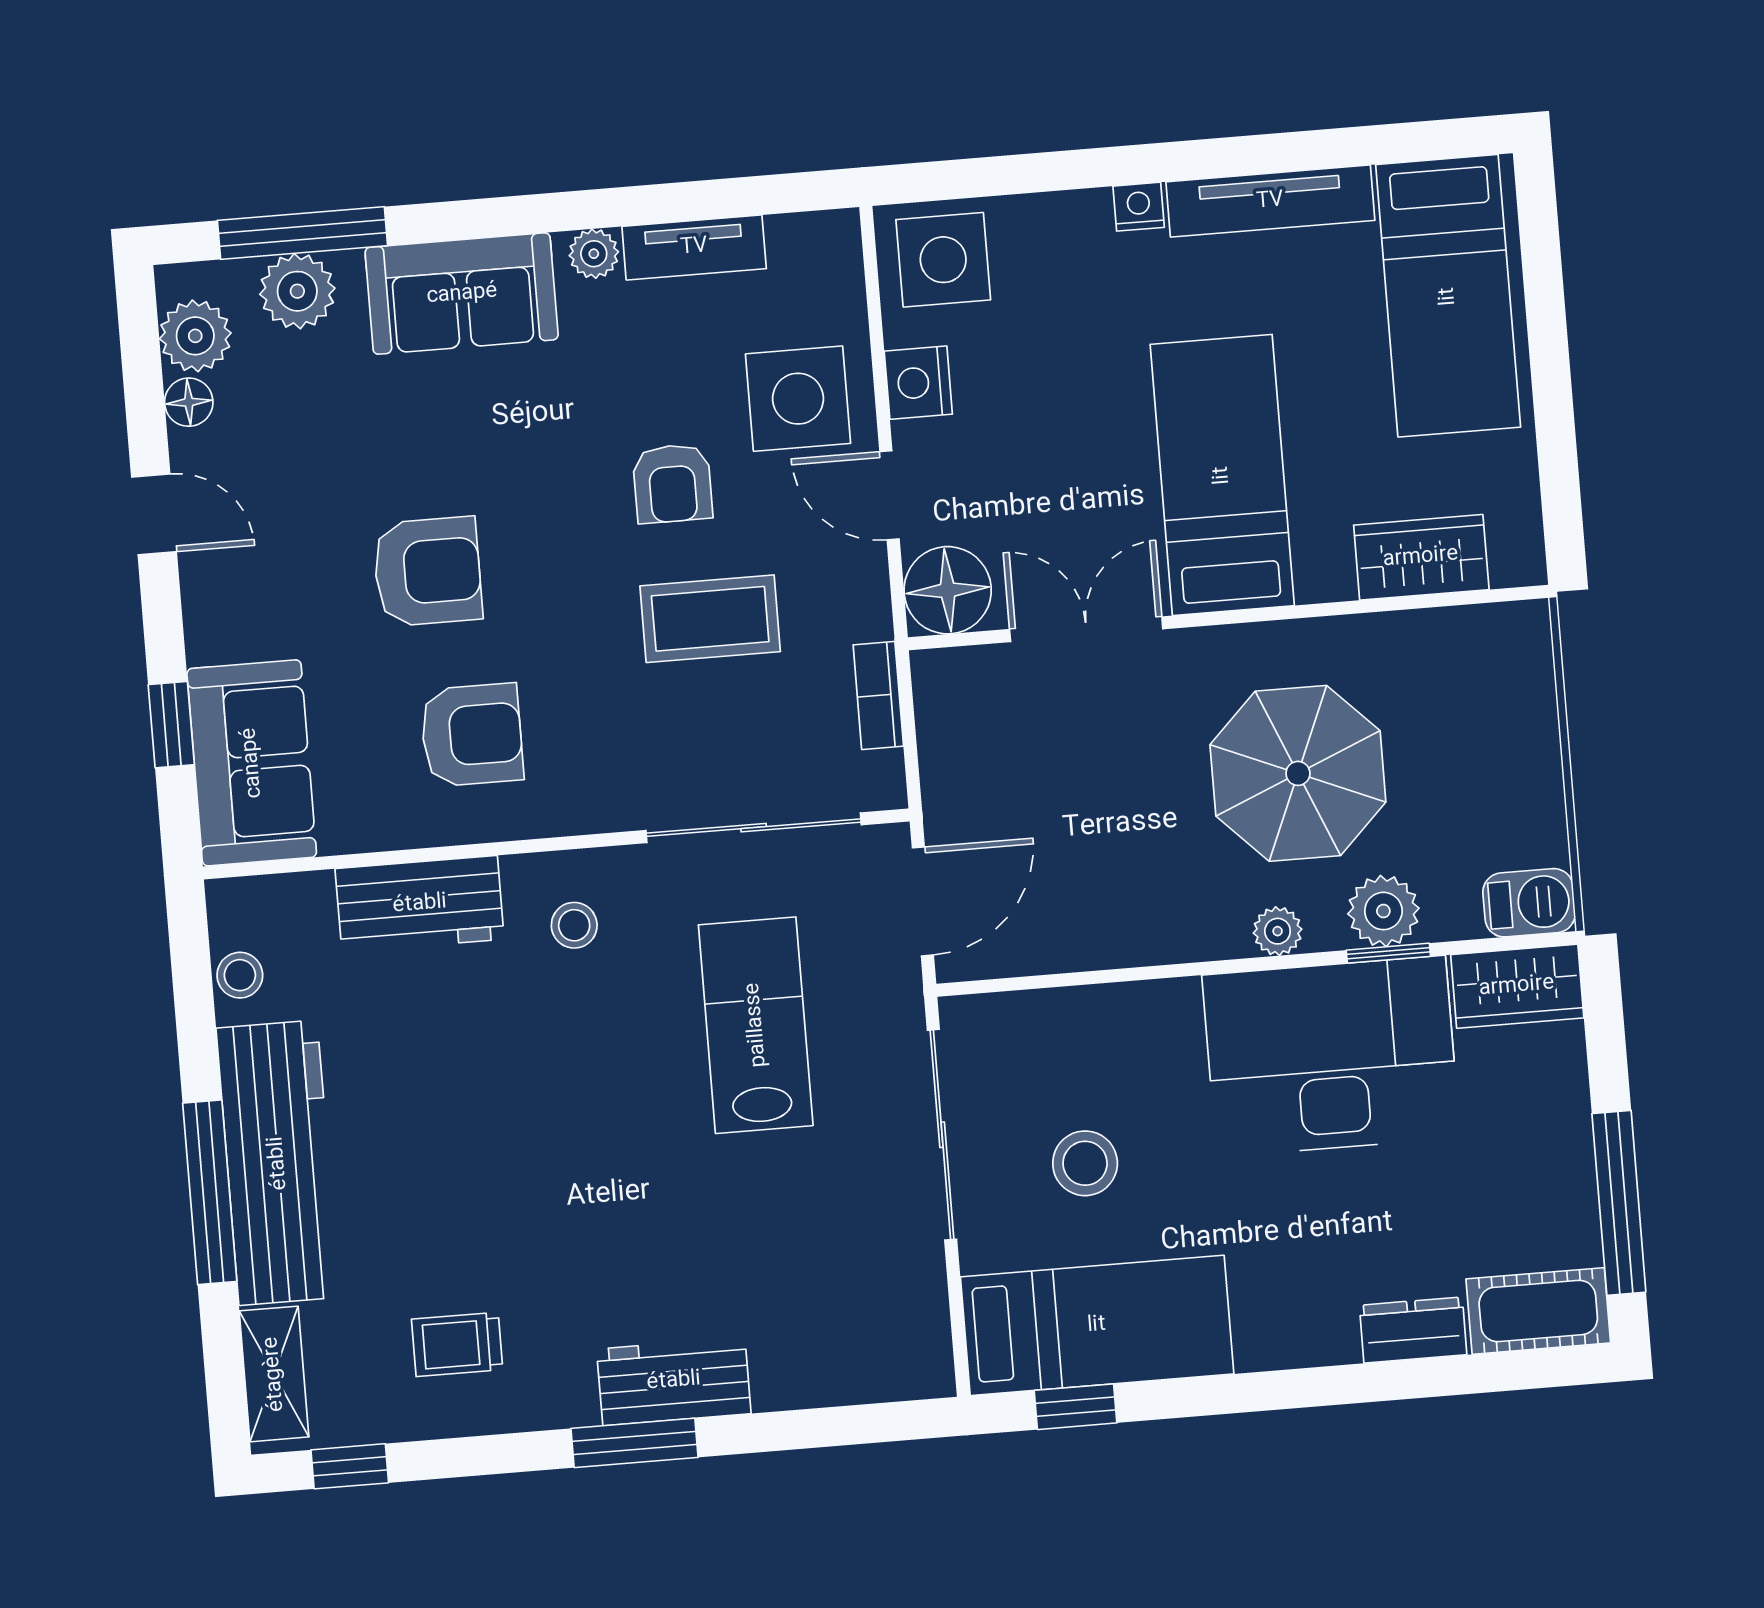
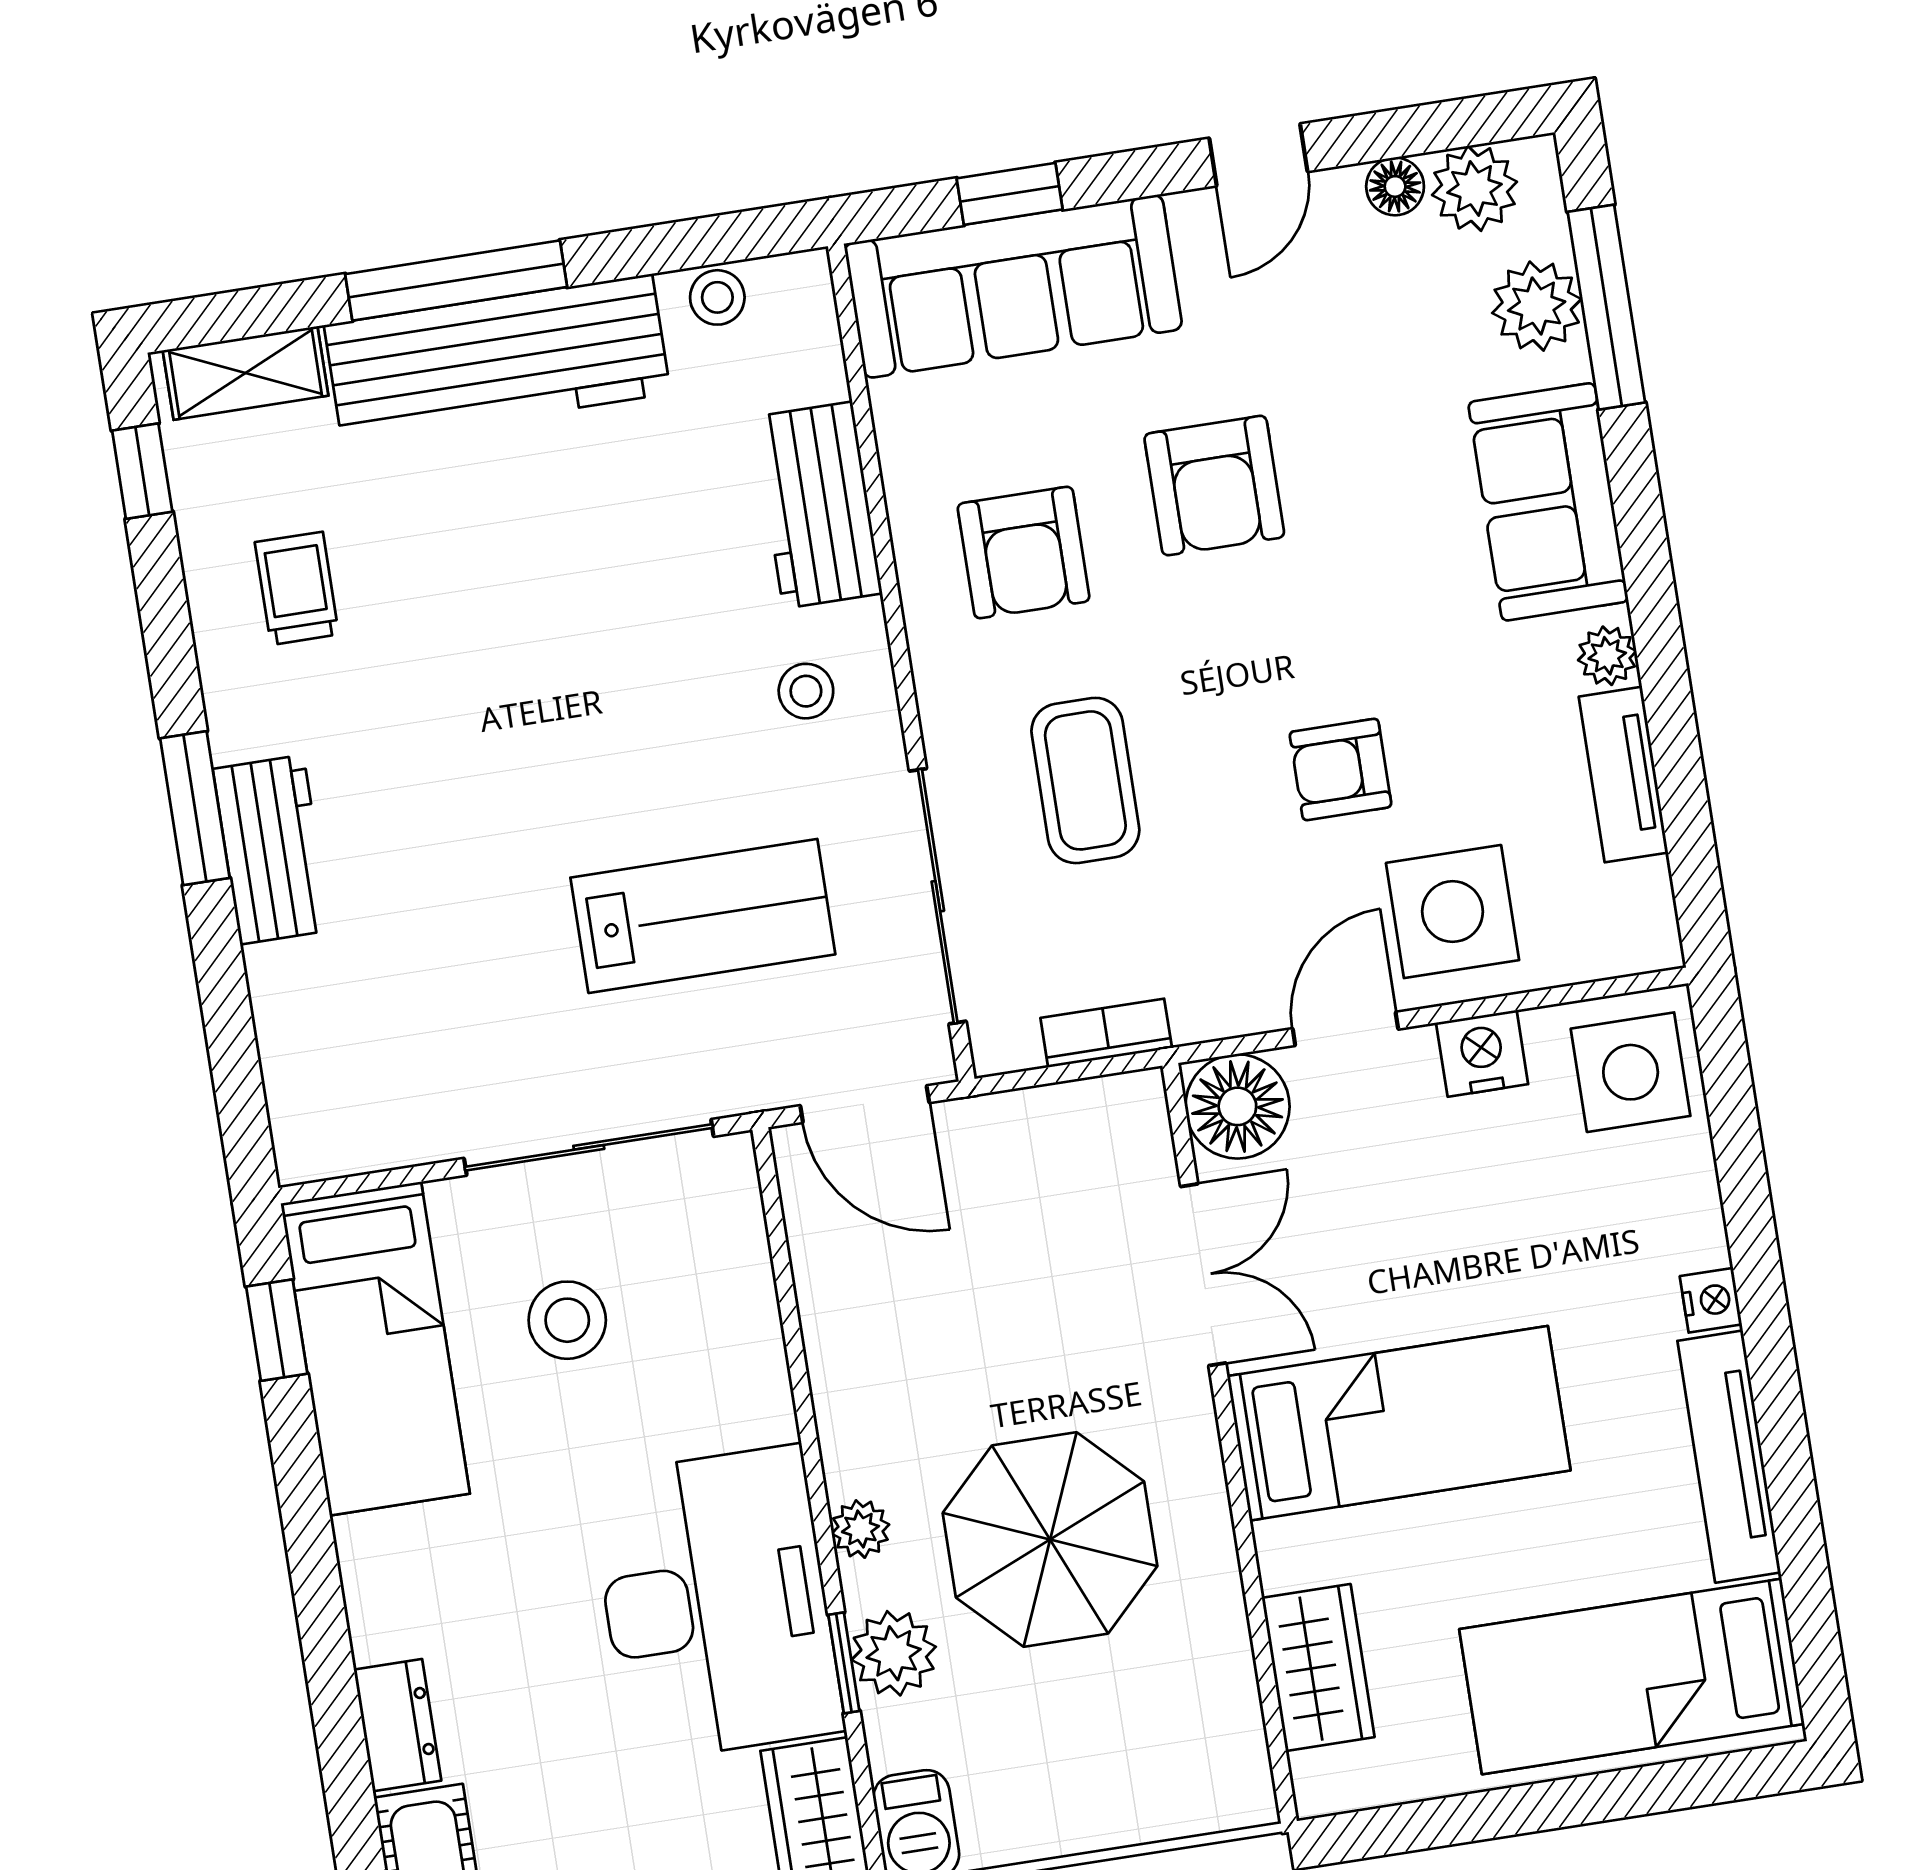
coffee table: (710, 619) -> (1085, 780), moved
sofa: (252, 763) -> (1013, 286), width x1.36

